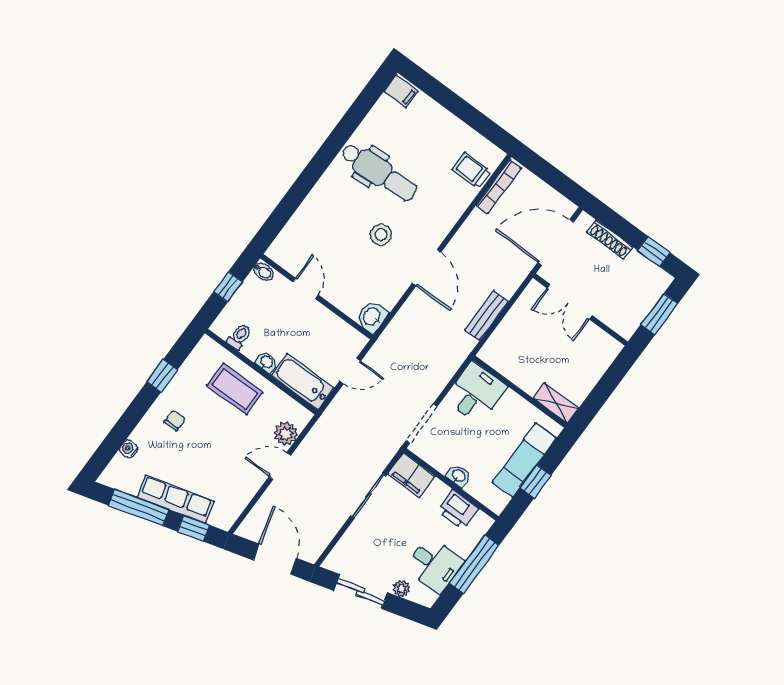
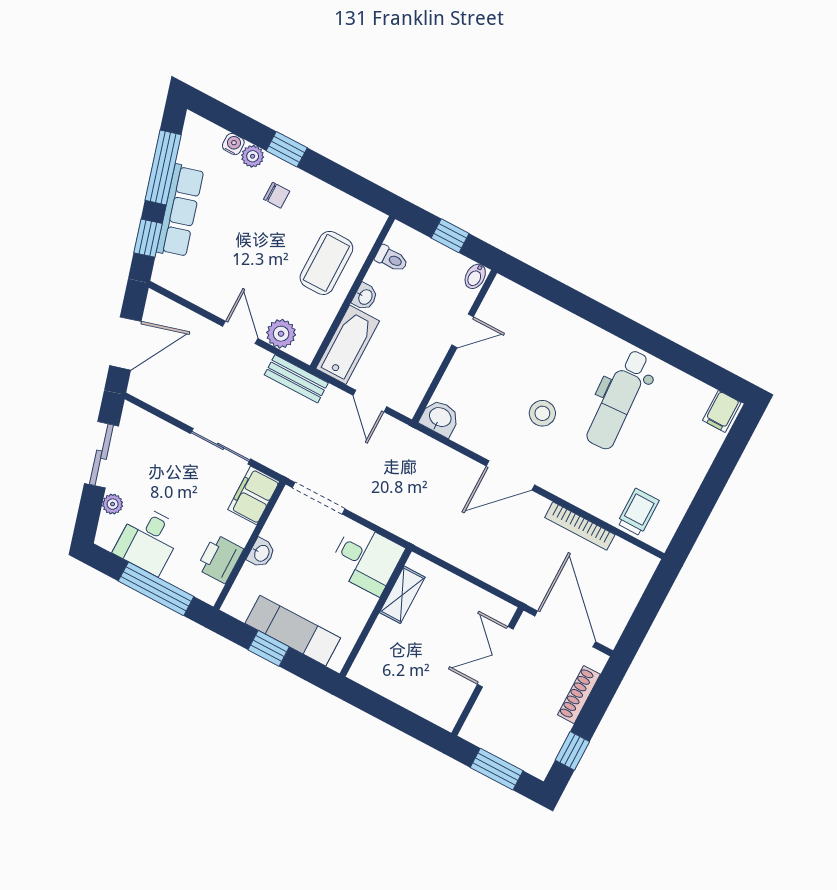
bookcase: (499, 187) -> (580, 526), moved
bench: (487, 316) -> (296, 379), moved
window: (162, 376) -> (287, 149), moved
shelving: (556, 403) -> (402, 595), moved
plant: (141, 435) -> (253, 156), added

